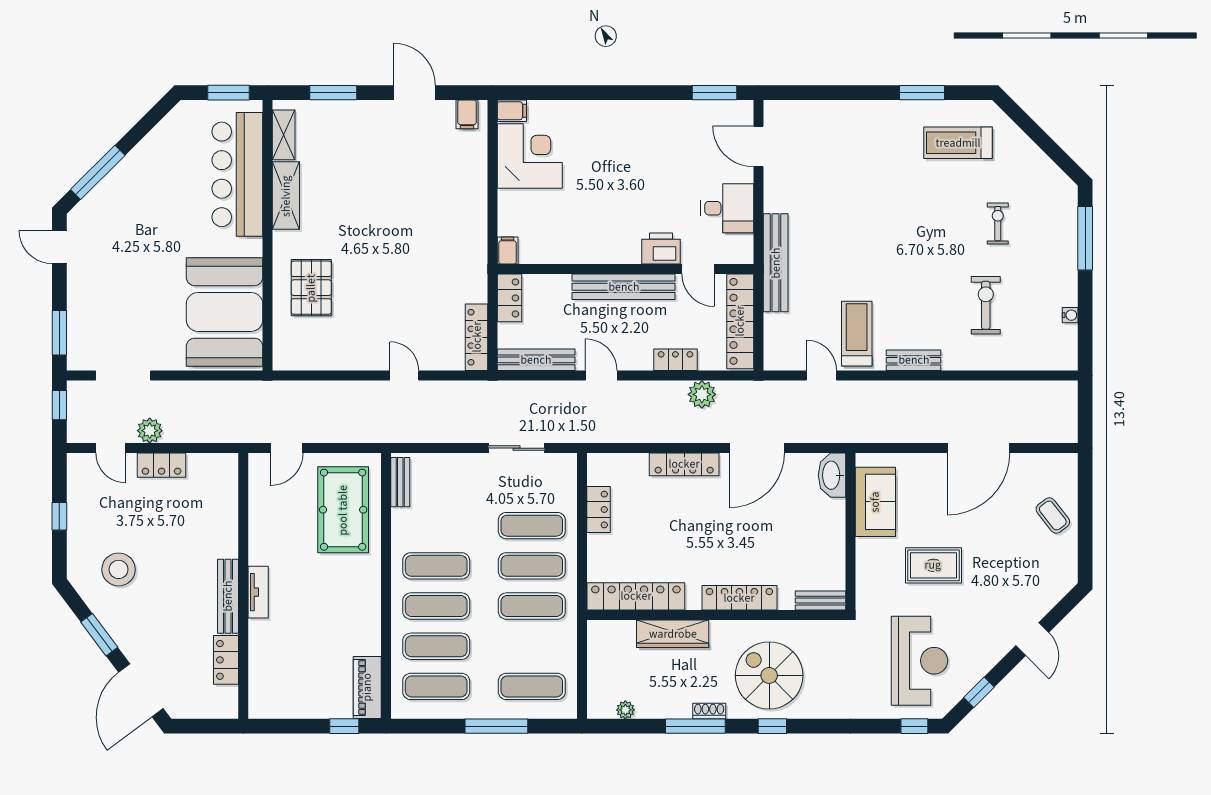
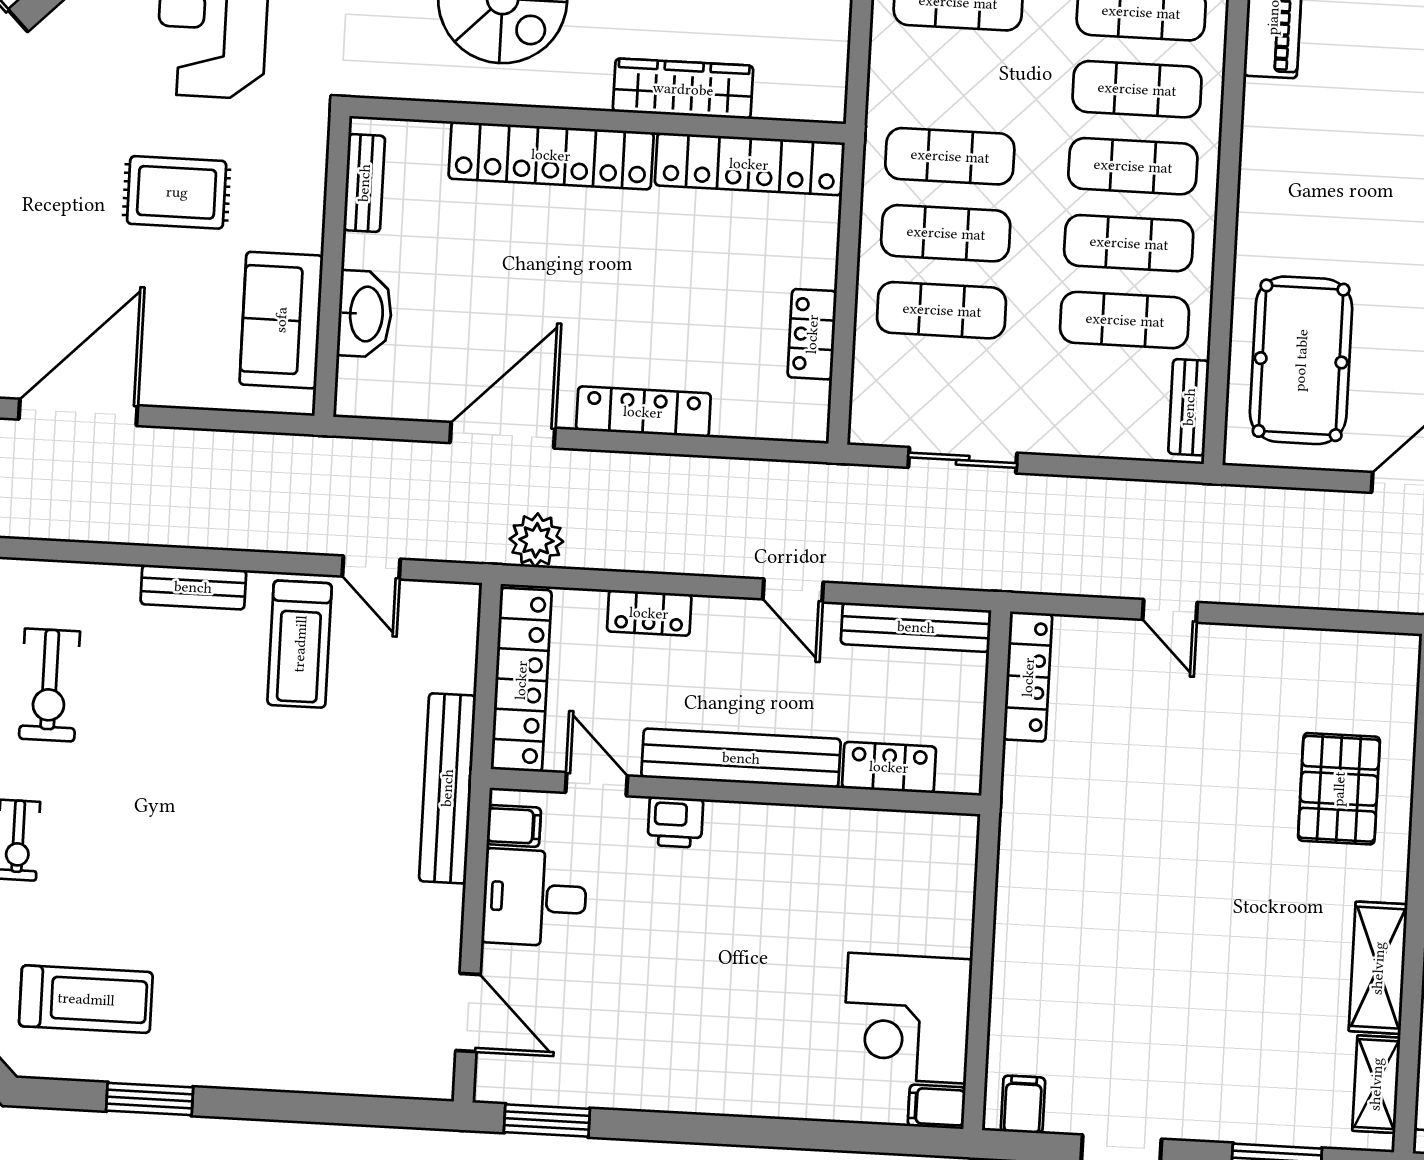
printer: (661, 249) -> (675, 822), width x0.73, depth x0.81
filing cabinet: (508, 251) -> (514, 826), moved, turned -90
locker: (509, 298) -> (889, 767), moved, turned 90
plant: (702, 394) -> (536, 540), moved
washbasin: (832, 475) -> (365, 314), moved
exercise mat: (436, 526) -> (1125, 320), added
locker: (739, 598) -> (551, 155), width x1.41, depth x1.21
bench: (820, 601) -> (364, 183), moved, turned 90

